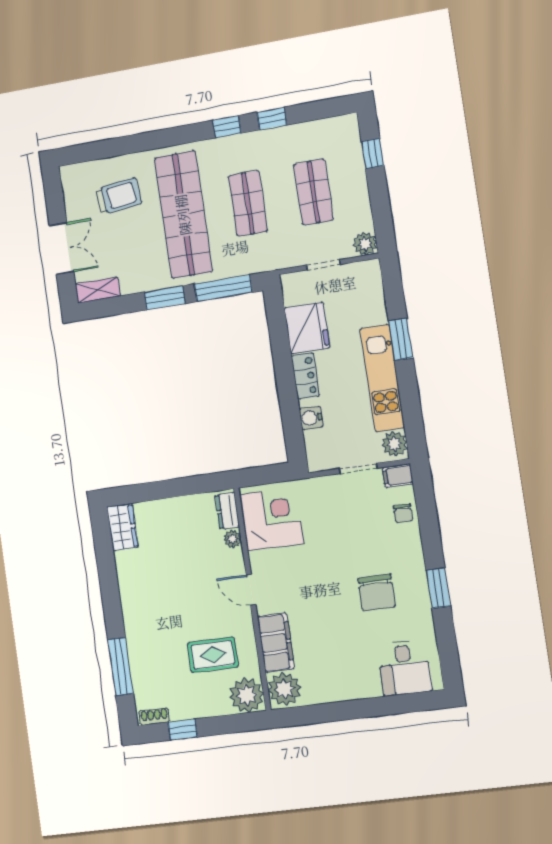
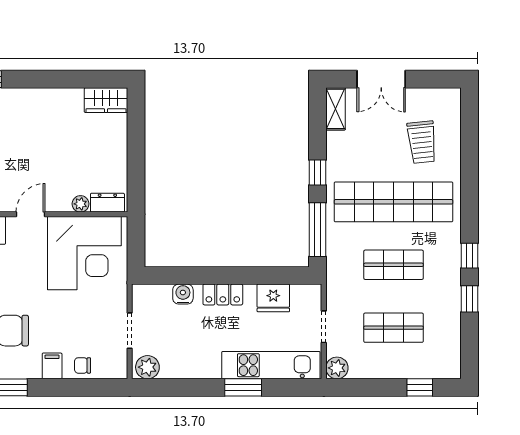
window: (165, 298) -> (318, 173), width x0.67
fridge: (307, 328) -> (273, 298), width x0.73, depth x0.75
kitchen unit: (382, 378) -> (271, 365), moved
filing cabinet: (398, 476) -> (52, 366), moved
corner desk: (272, 519) -> (84, 253), width x1.36, depth x1.36

